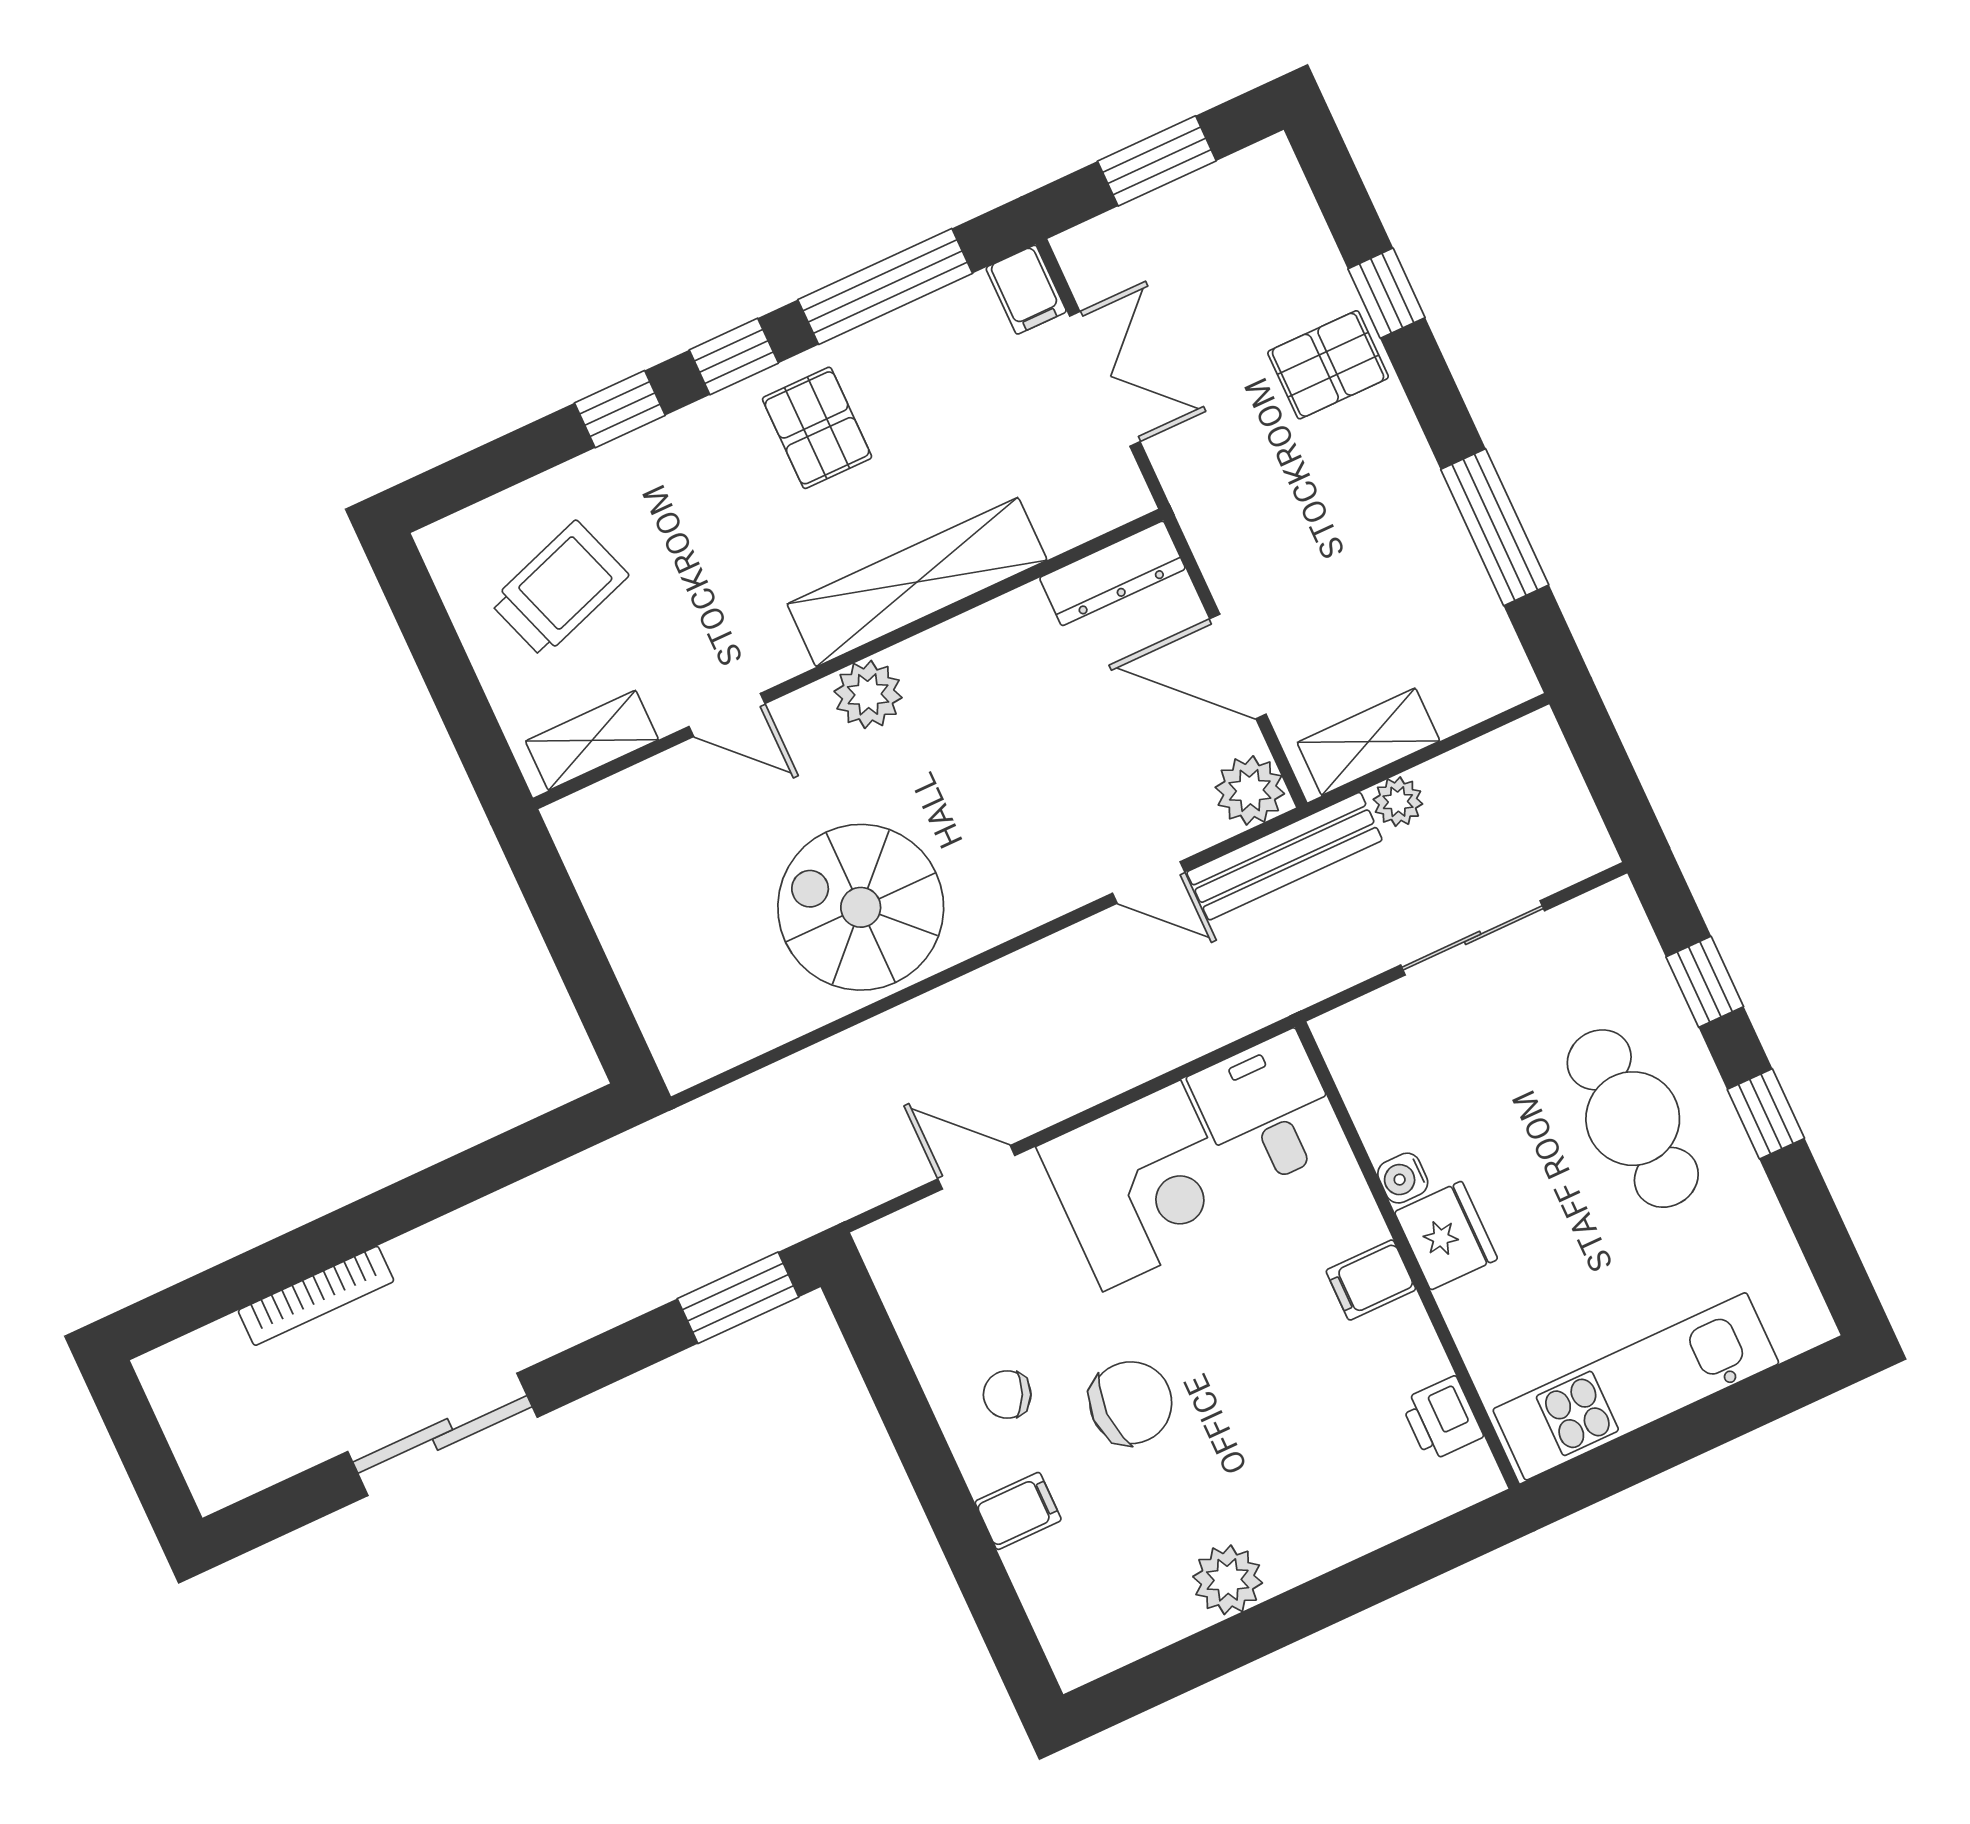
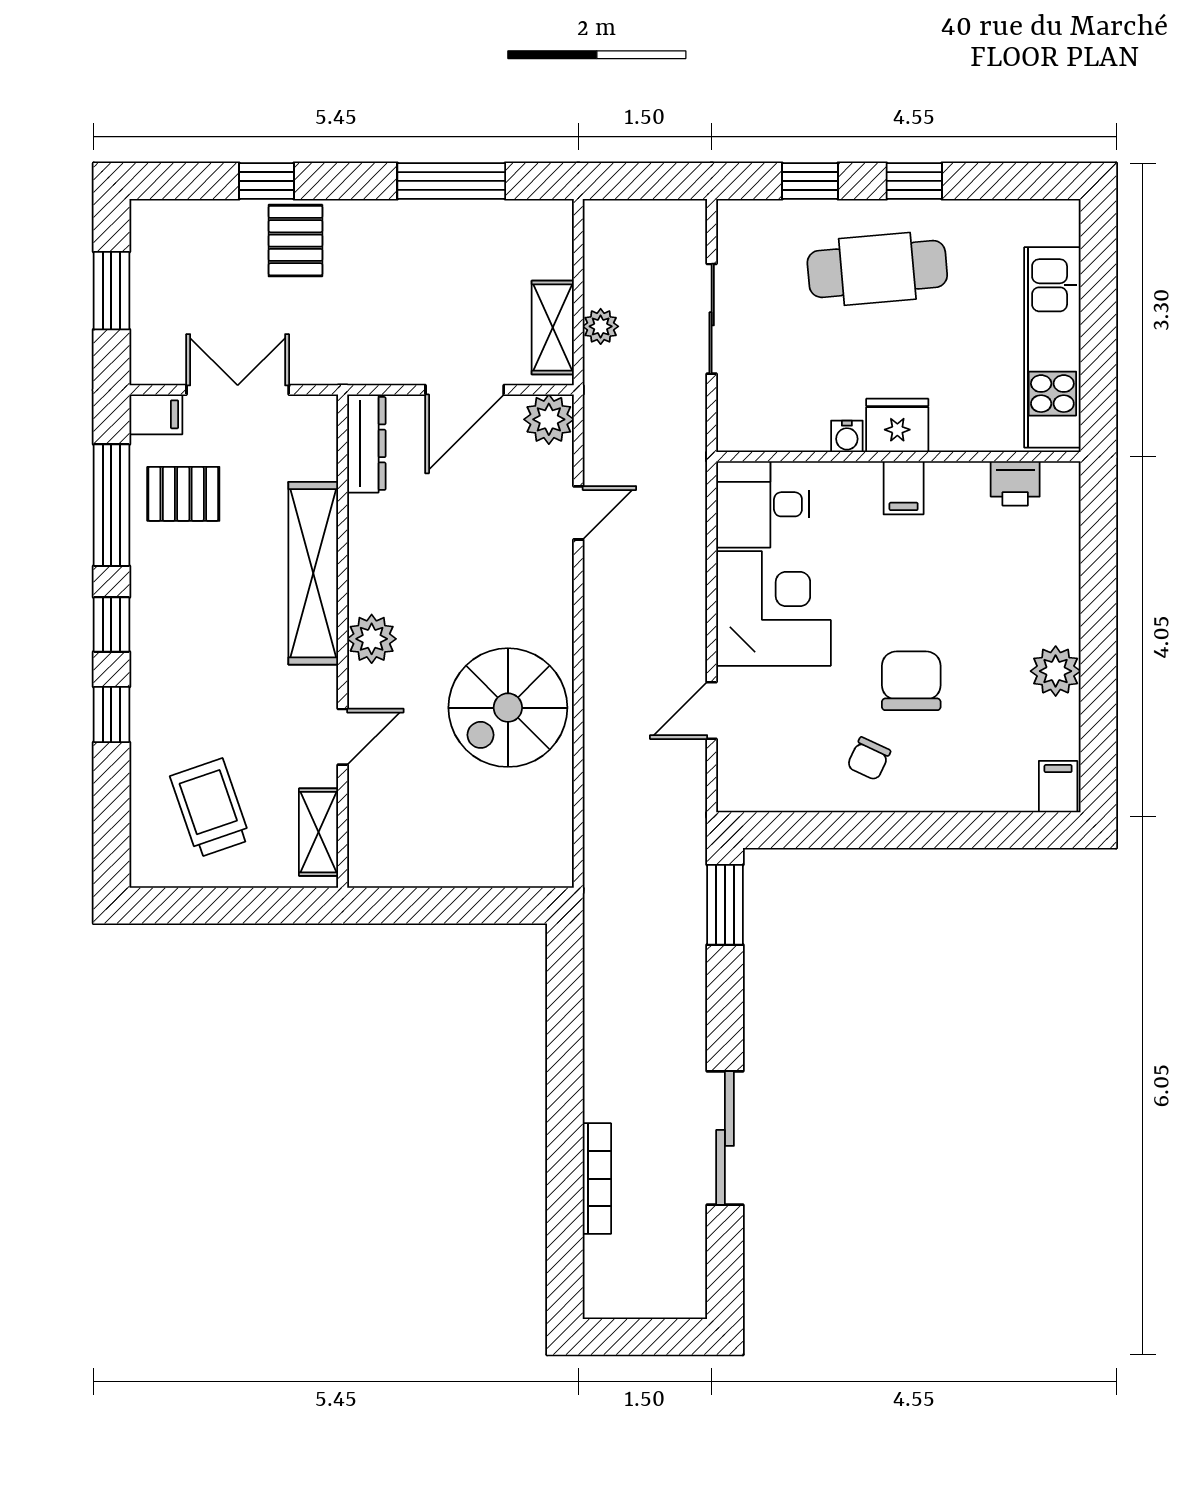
pallet: (817, 428) -> (183, 494), moved
bench: (1284, 856) -> (602, 417), removed
filing cabinet: (1018, 1511) -> (1058, 787), moved

